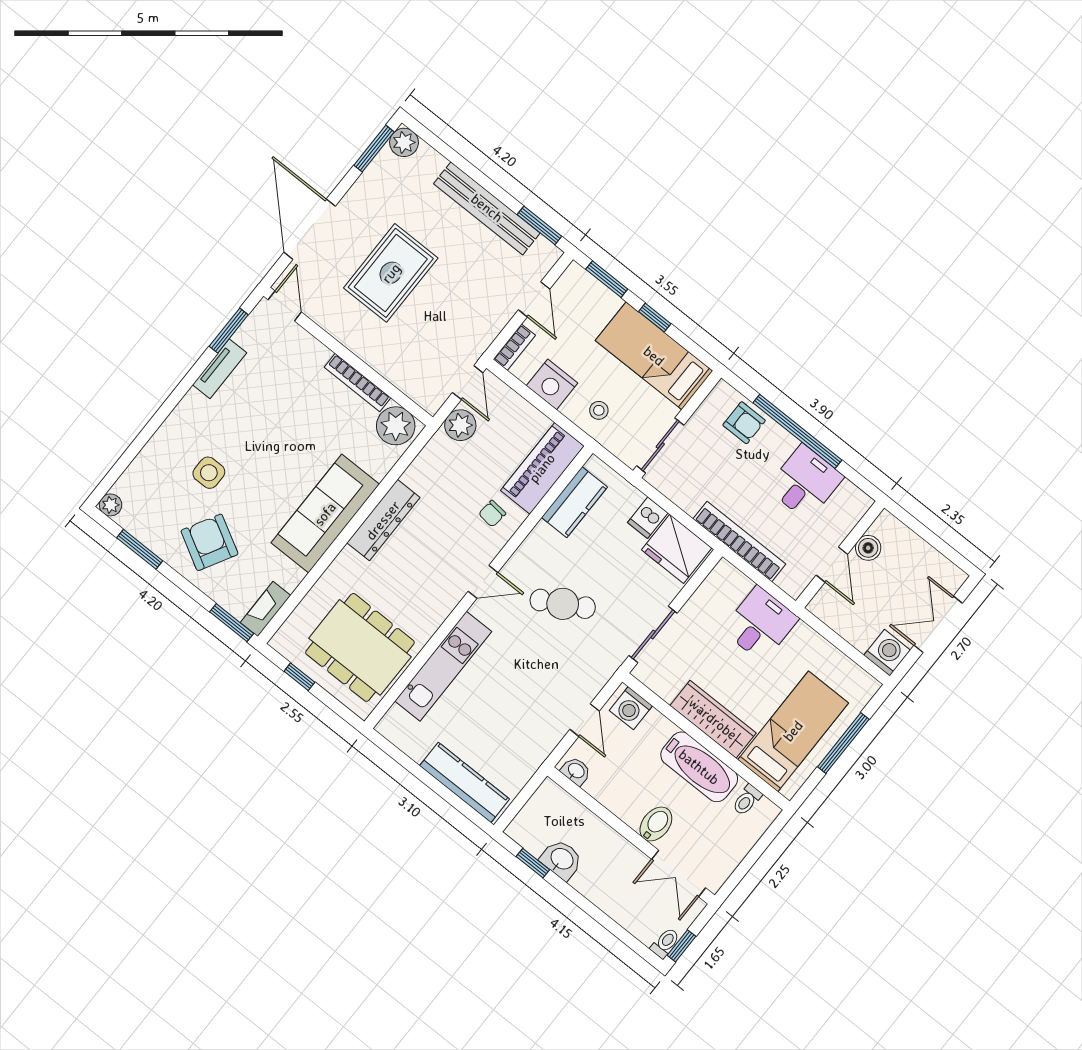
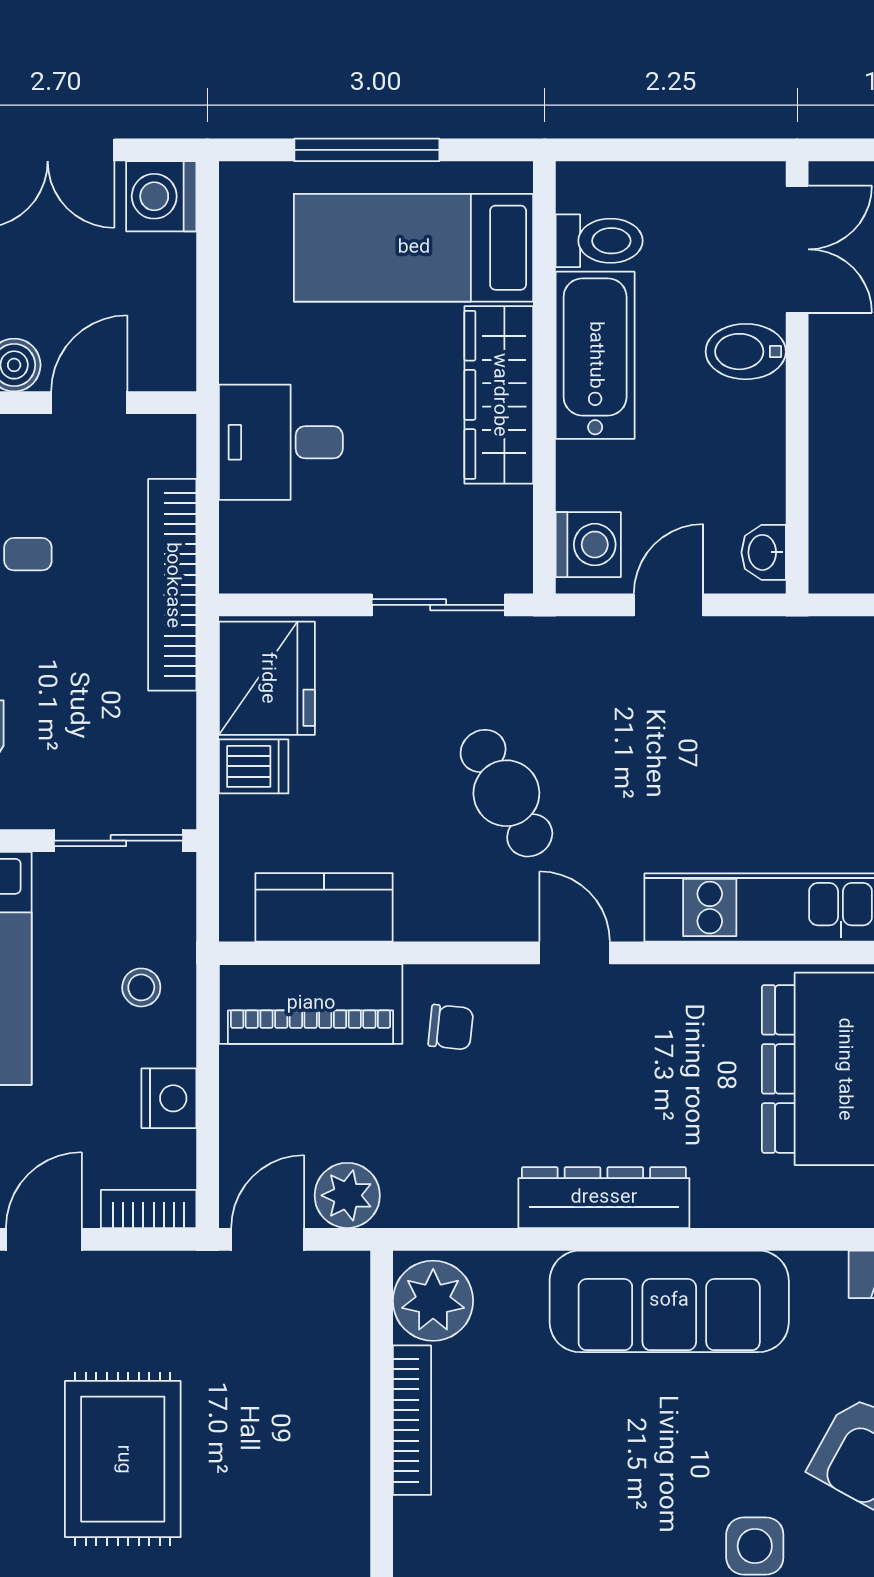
rug: (391, 273) -> (123, 1459), moved, turned 90
nightstand: (552, 384) -> (169, 1098), width x0.74, depth x0.75
toilet: (747, 800) -> (599, 241), width x1.37, depth x1.39

